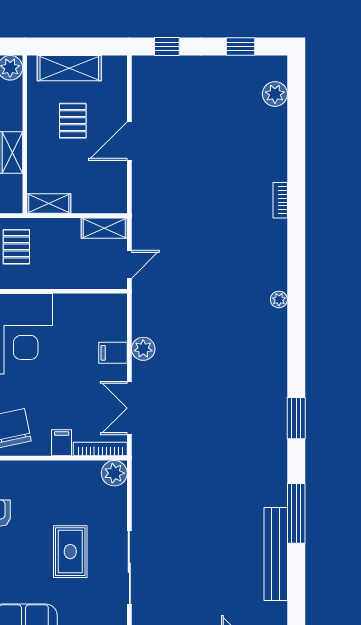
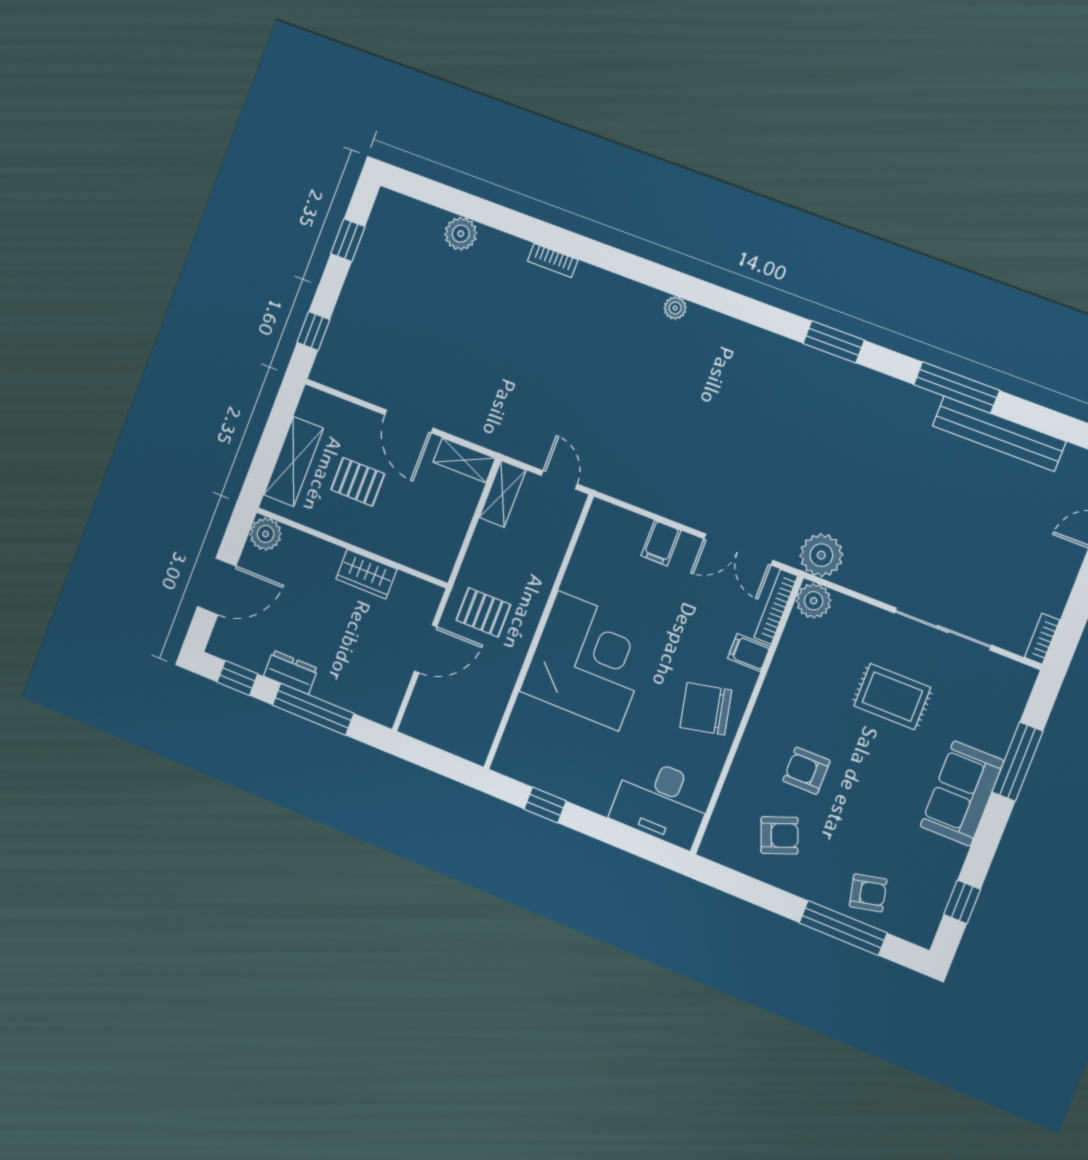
plant: (275, 94) -> (461, 234), moved
shelving: (49, 204) -> (464, 460), moved, turned 90
plant: (143, 349) -> (821, 555), moved, width x1.36, depth x1.36

